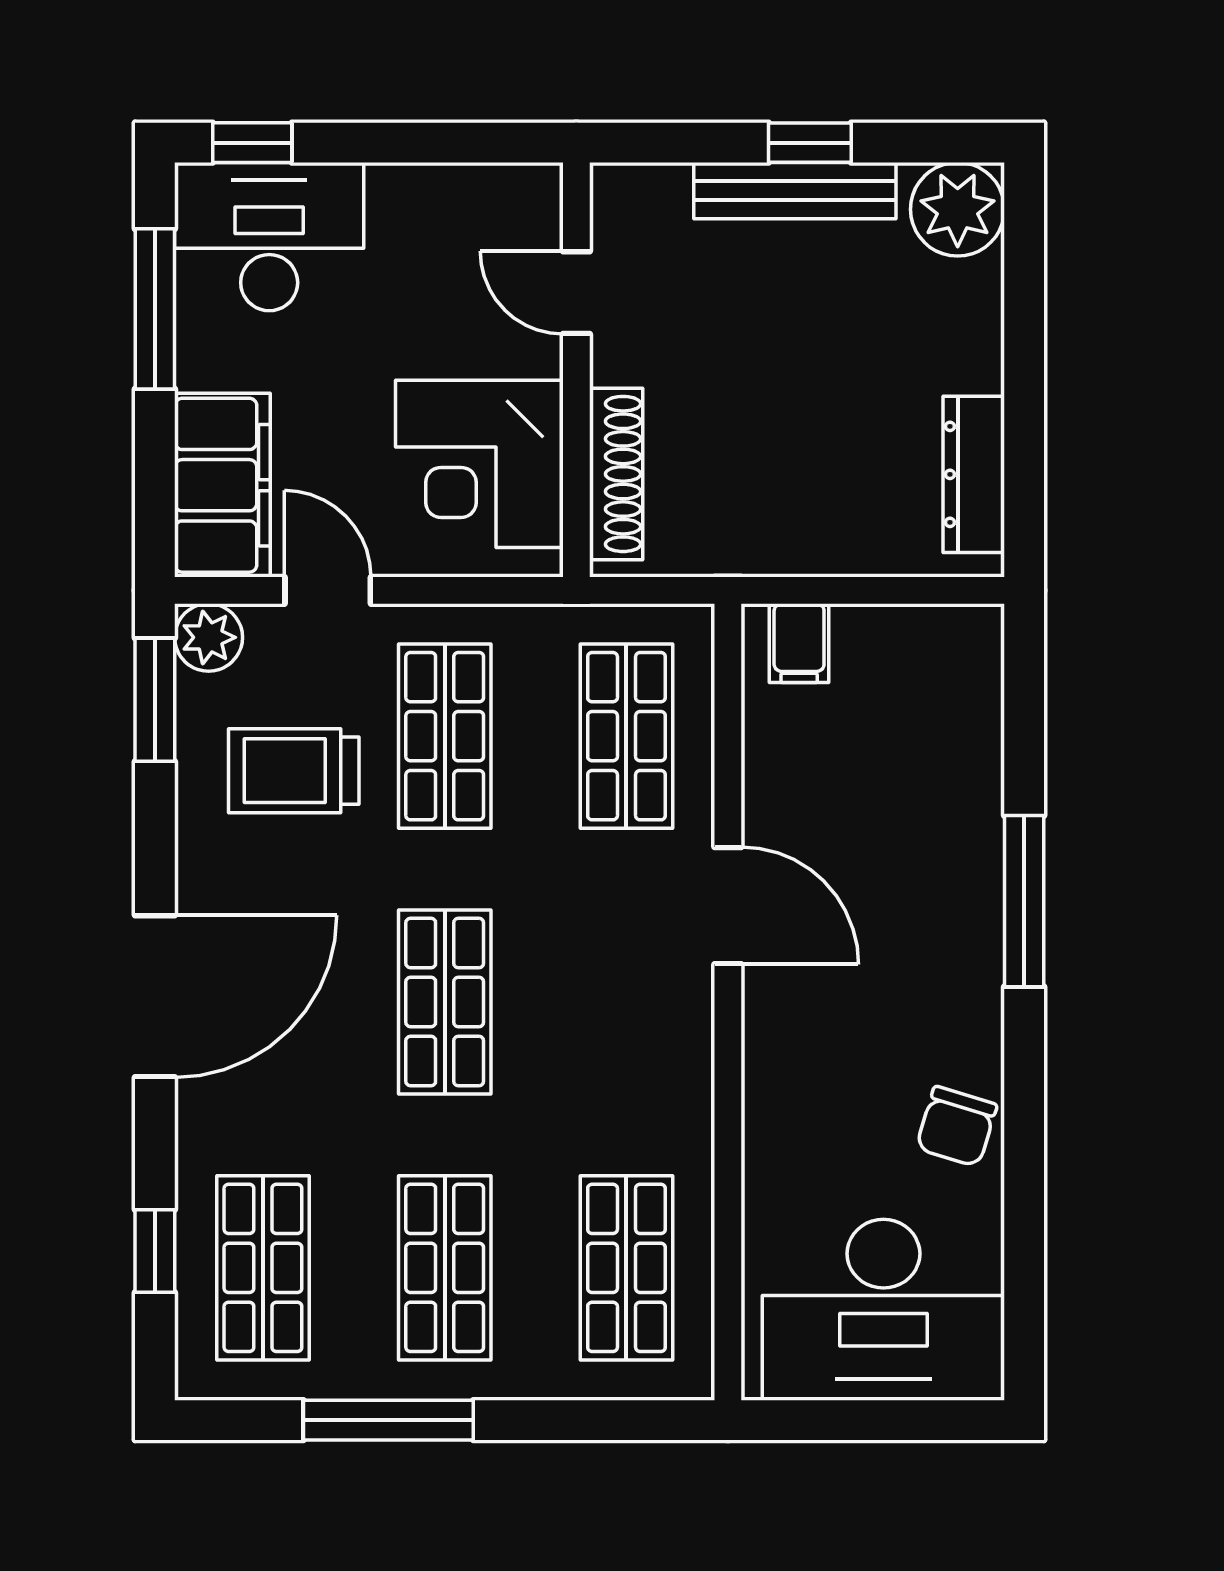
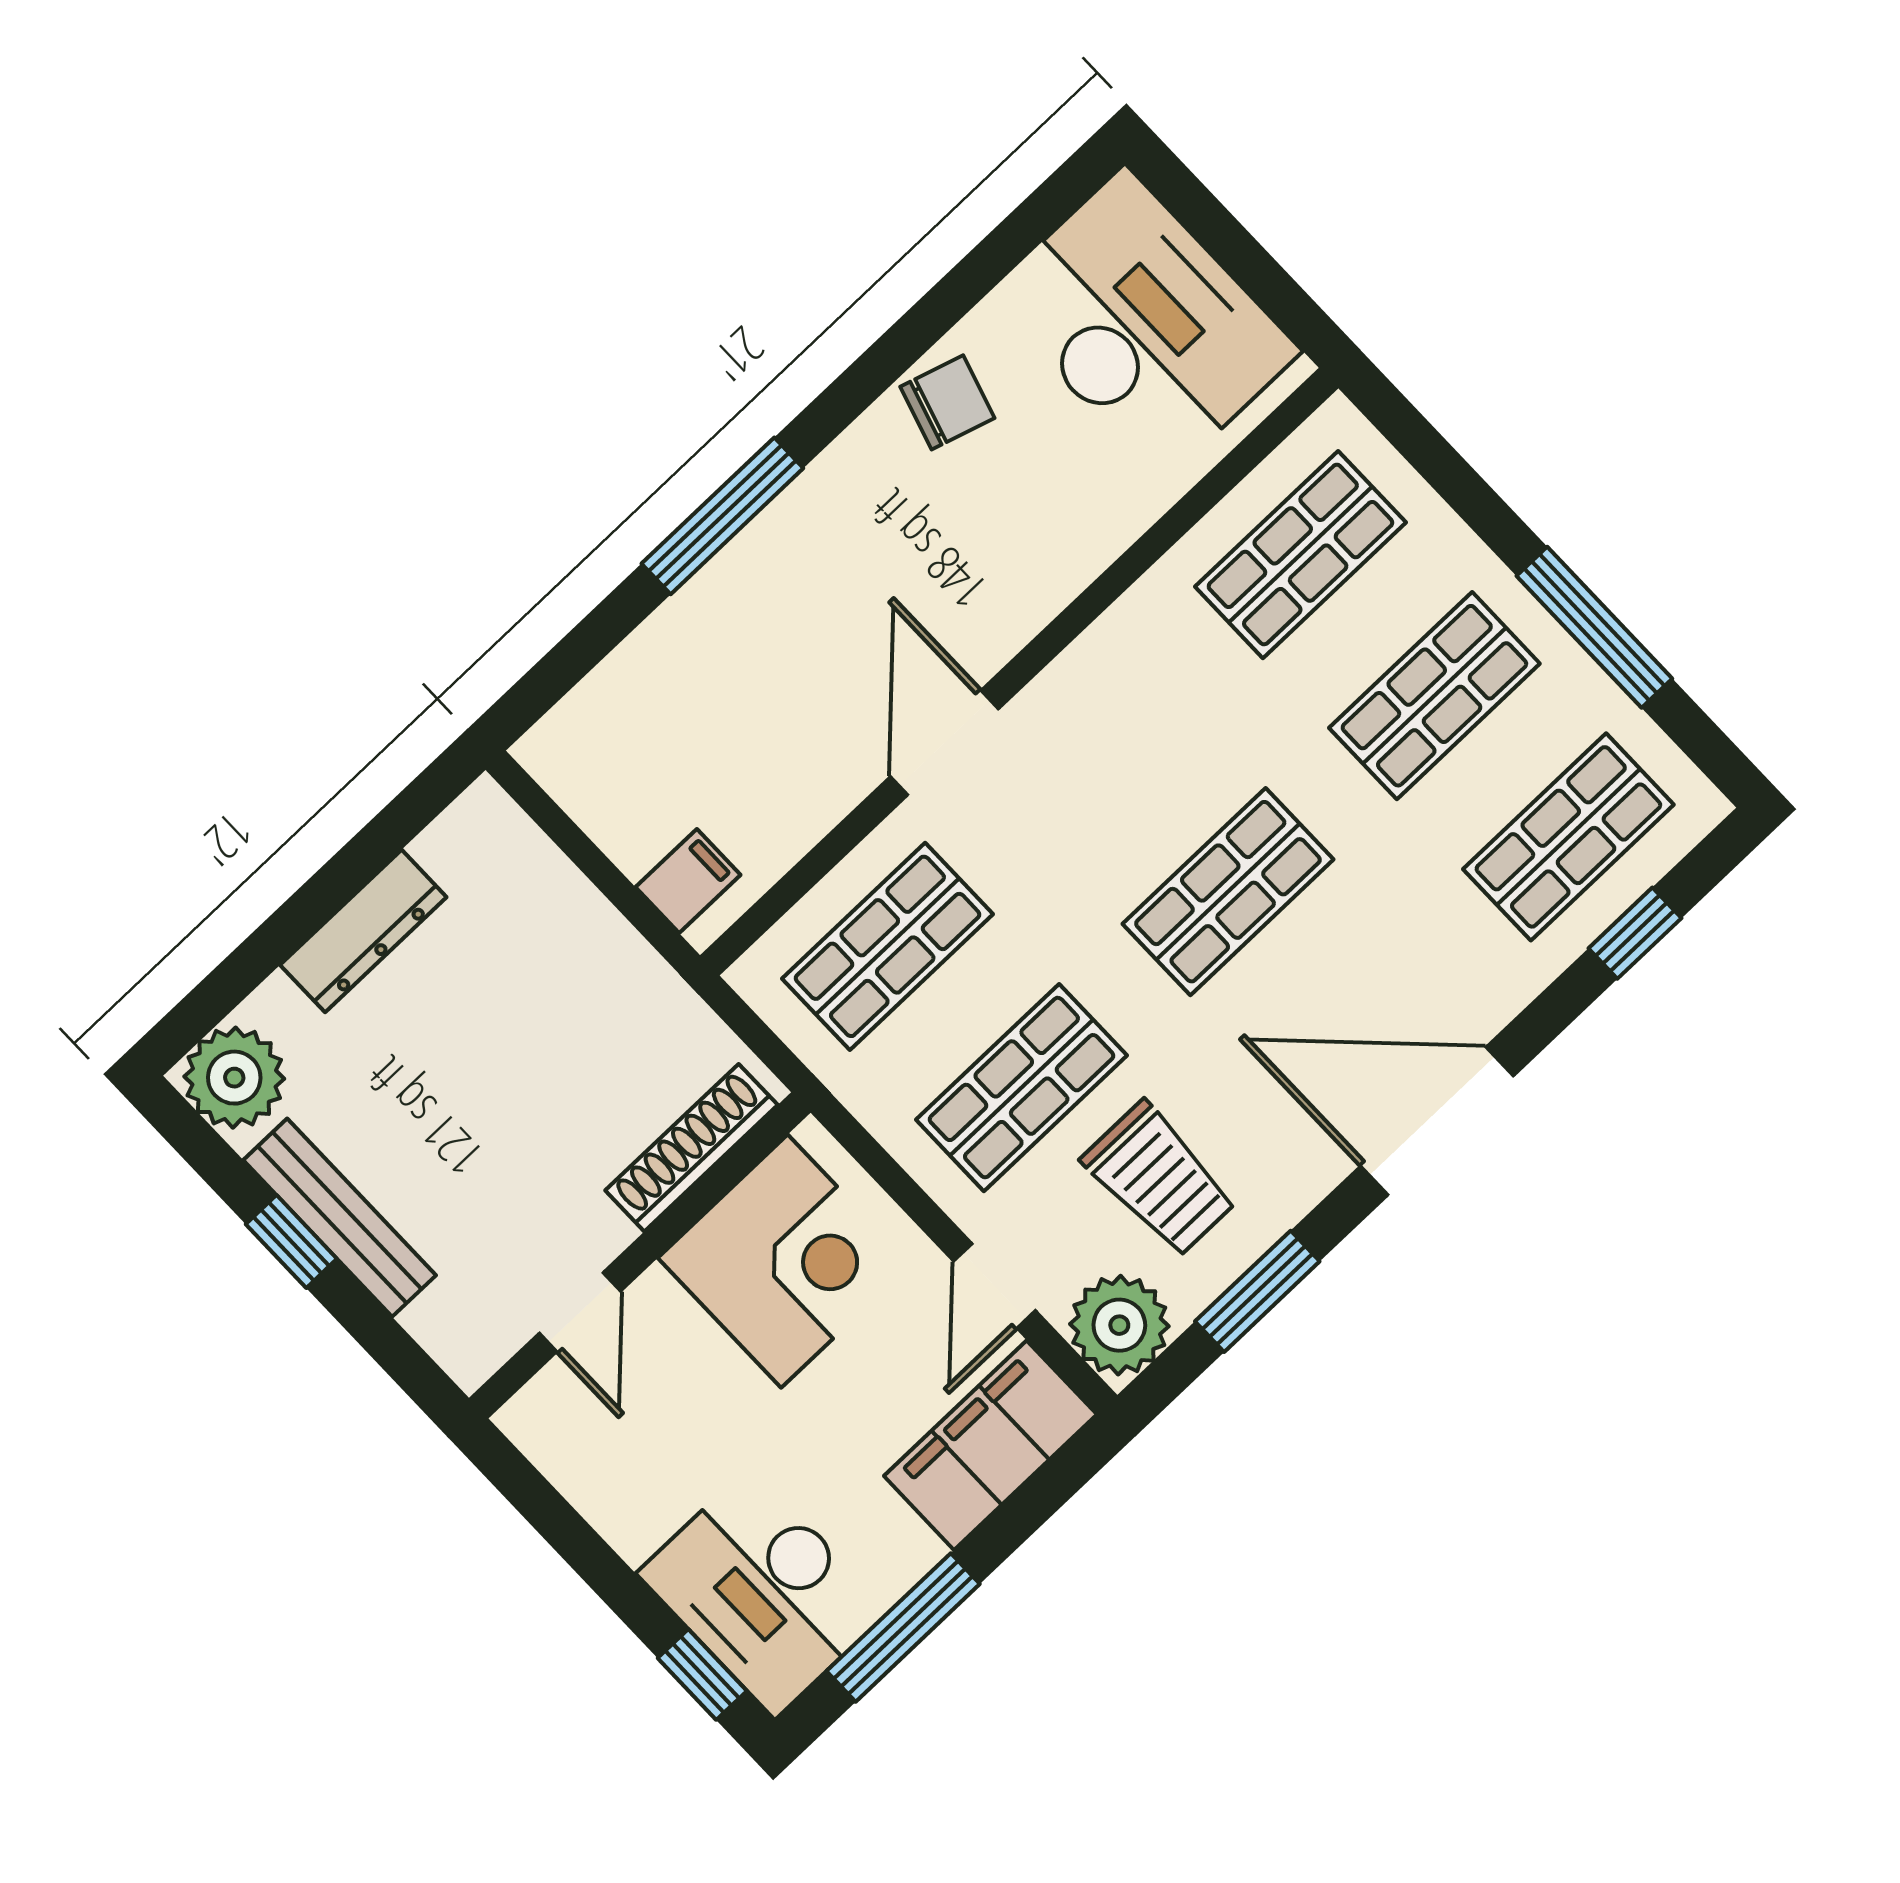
dresser: (974, 474) -> (363, 931), moved
plant: (209, 637) -> (1119, 1325), width x1.36, depth x1.36
window: (155, 700) -> (1257, 1291), moved

